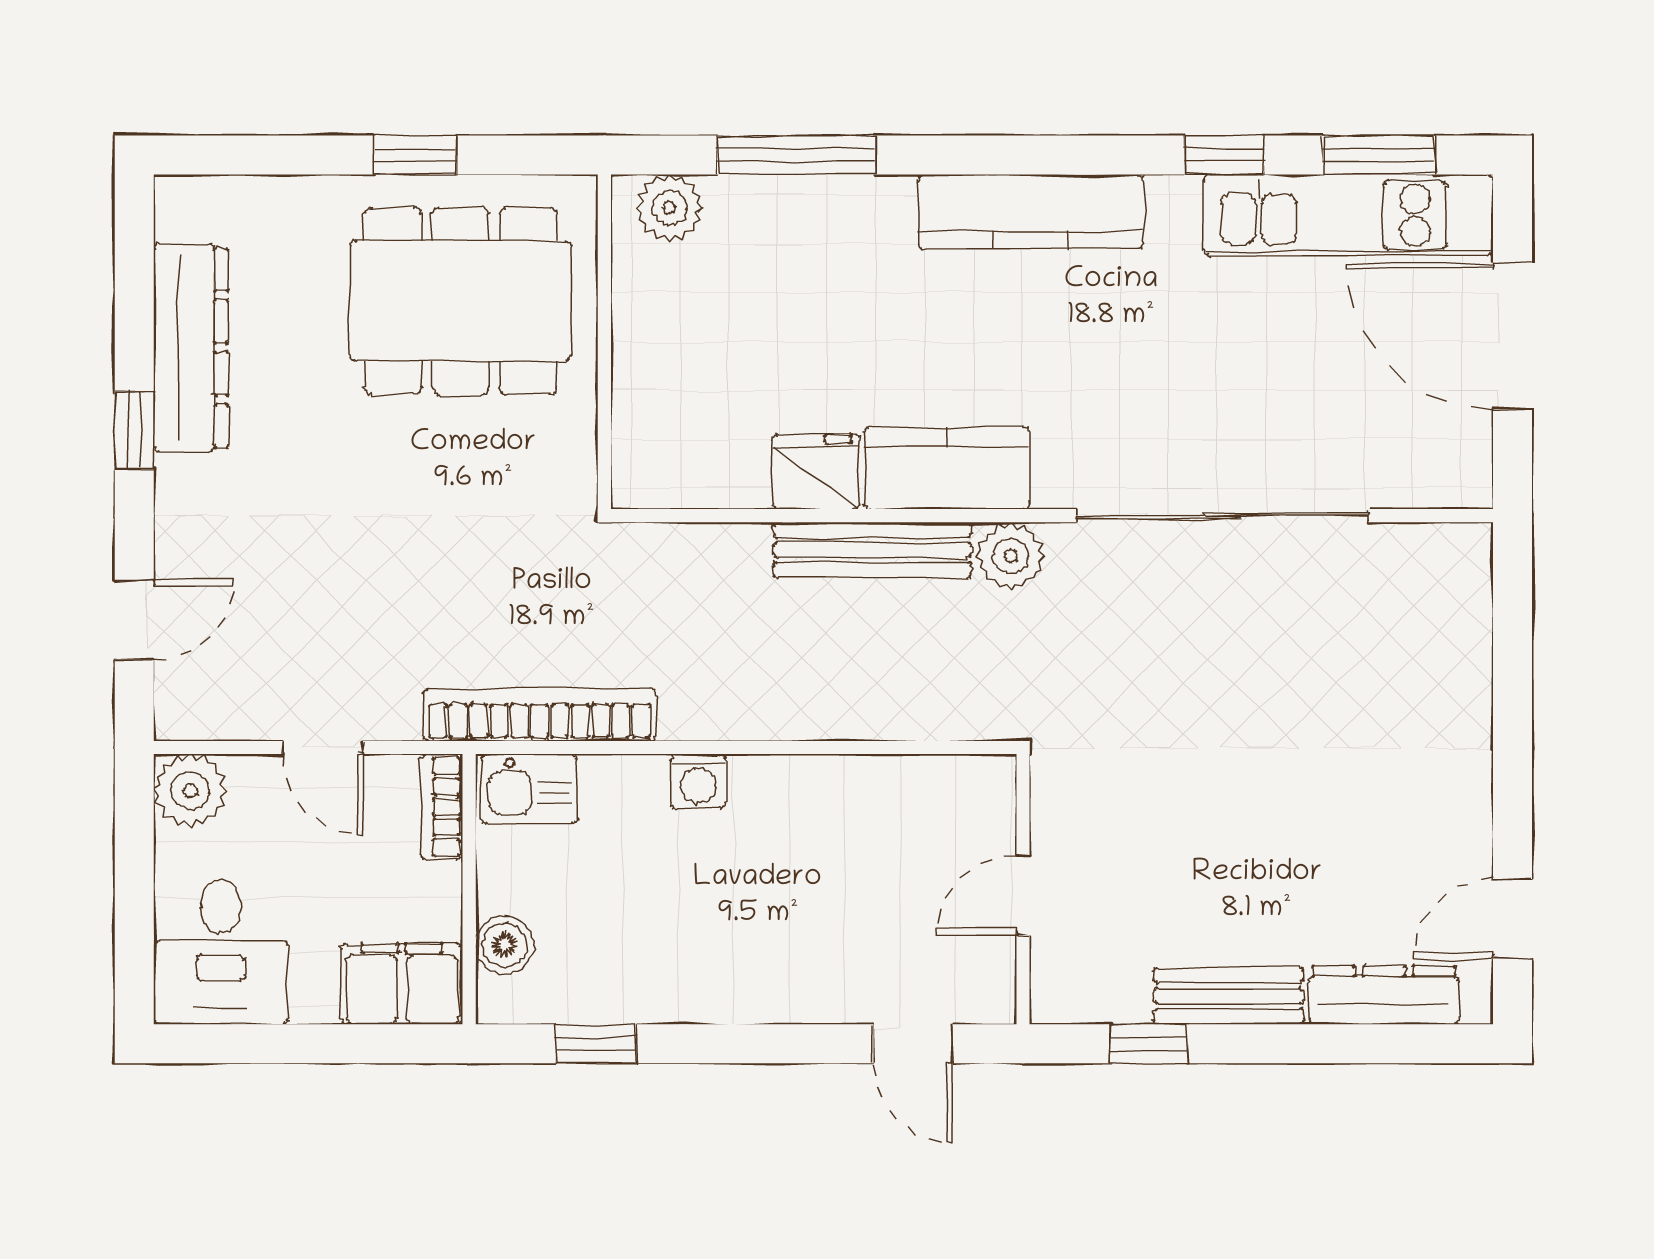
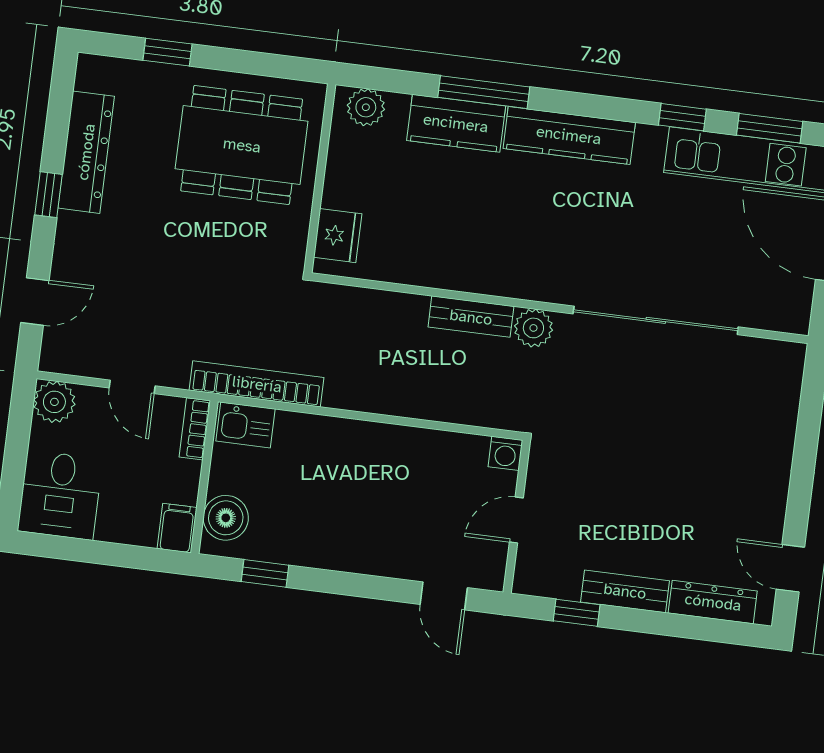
window: (415, 155) -> (168, 52), moved
window: (796, 155) -> (484, 92), moved
kitchen counter: (947, 468) -> (456, 123), moved, turned 180
fridge: (816, 472) -> (338, 236), moved, turned 90
bench: (873, 550) -> (471, 317), width x0.73
washing machine: (698, 781) -> (505, 453), moved
door: (1512, 919) -> (790, 568), hinge flipped
boiler: (505, 945) -> (226, 518), width x1.36, depth x1.36
filing cabinet: (402, 984) -> (177, 528), width x0.50

